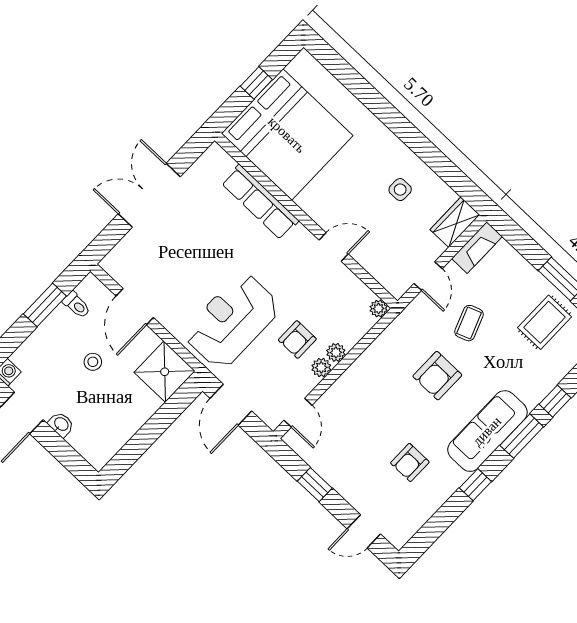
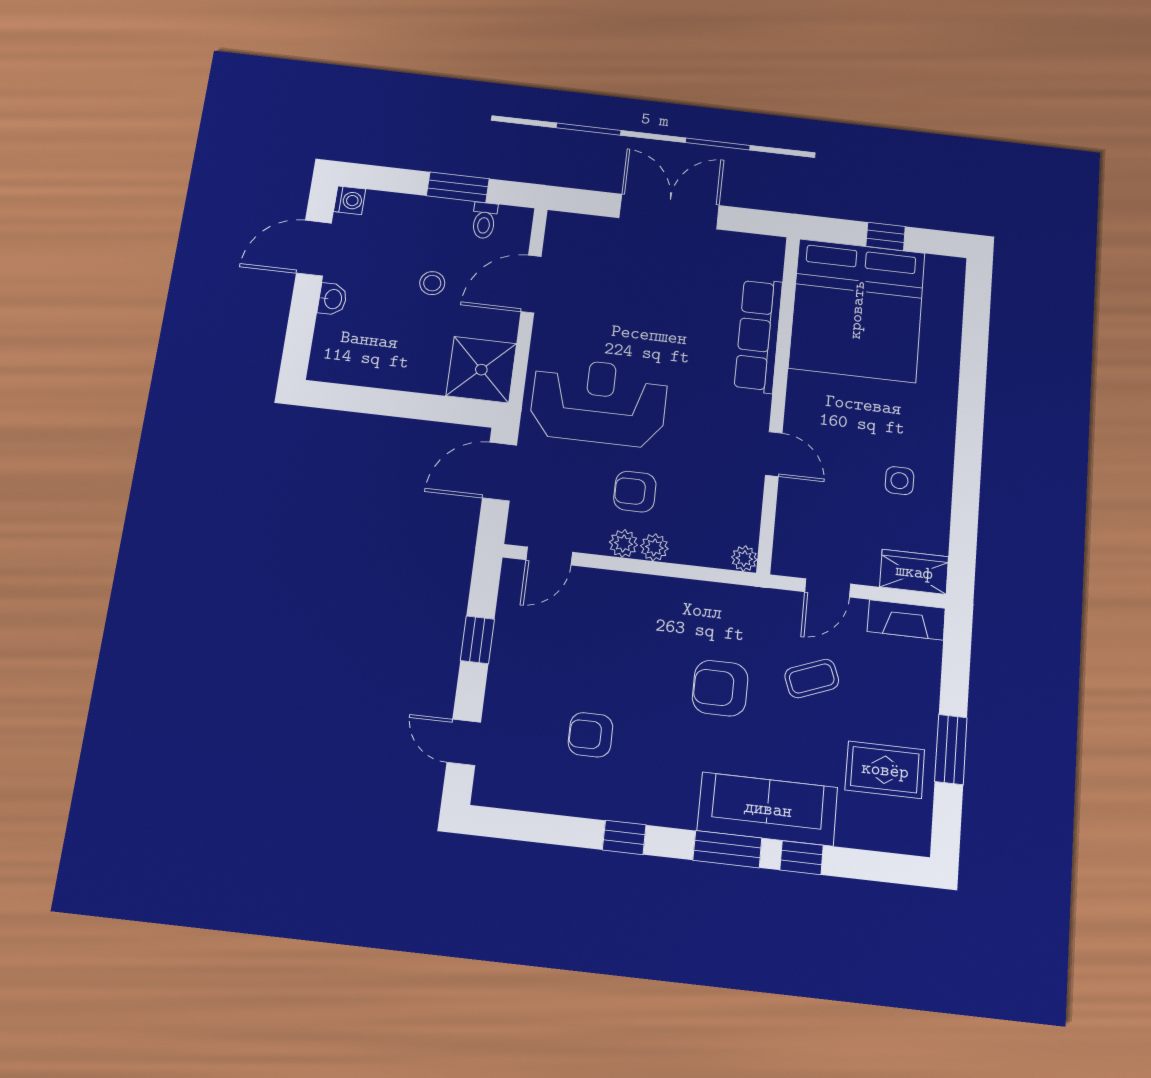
sofa: (487, 431) -> (768, 809), moved

